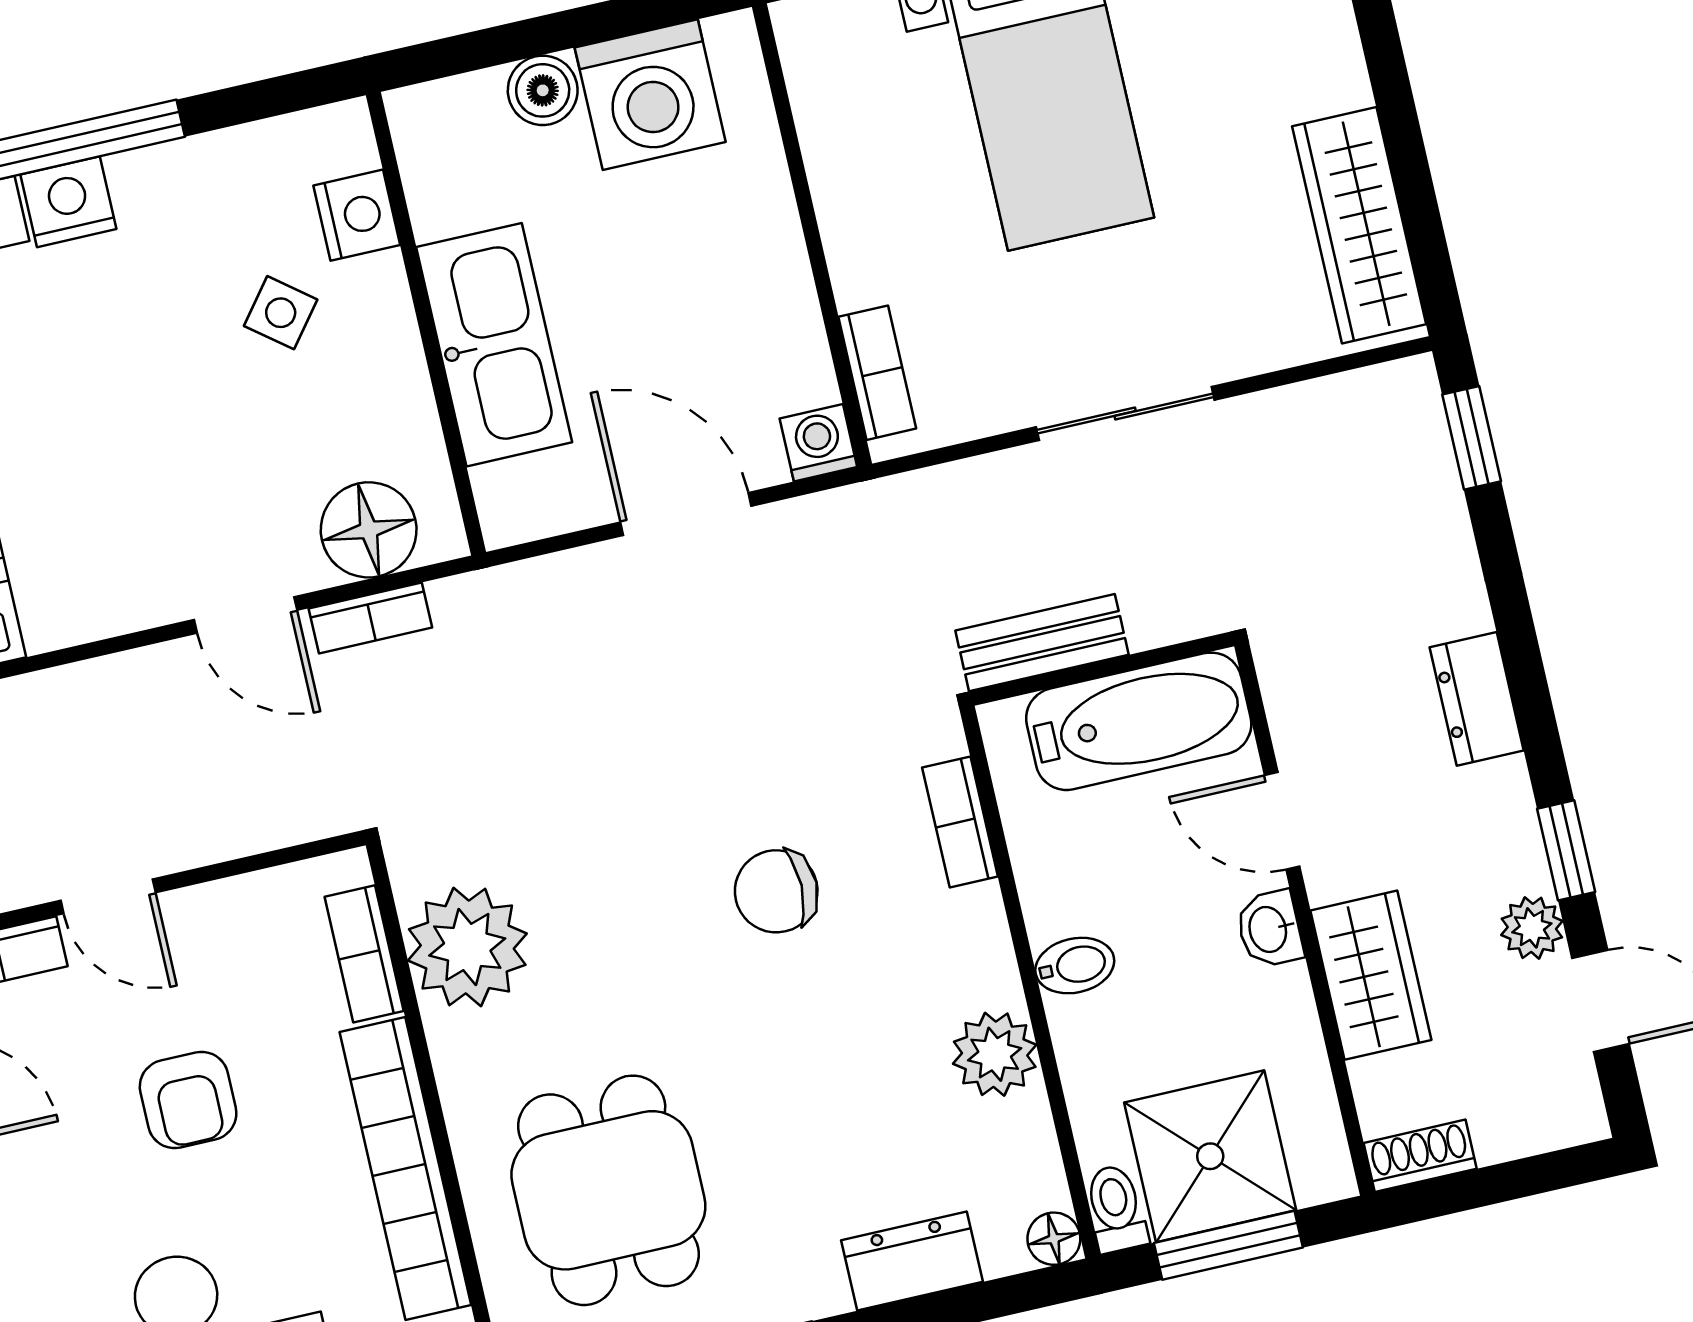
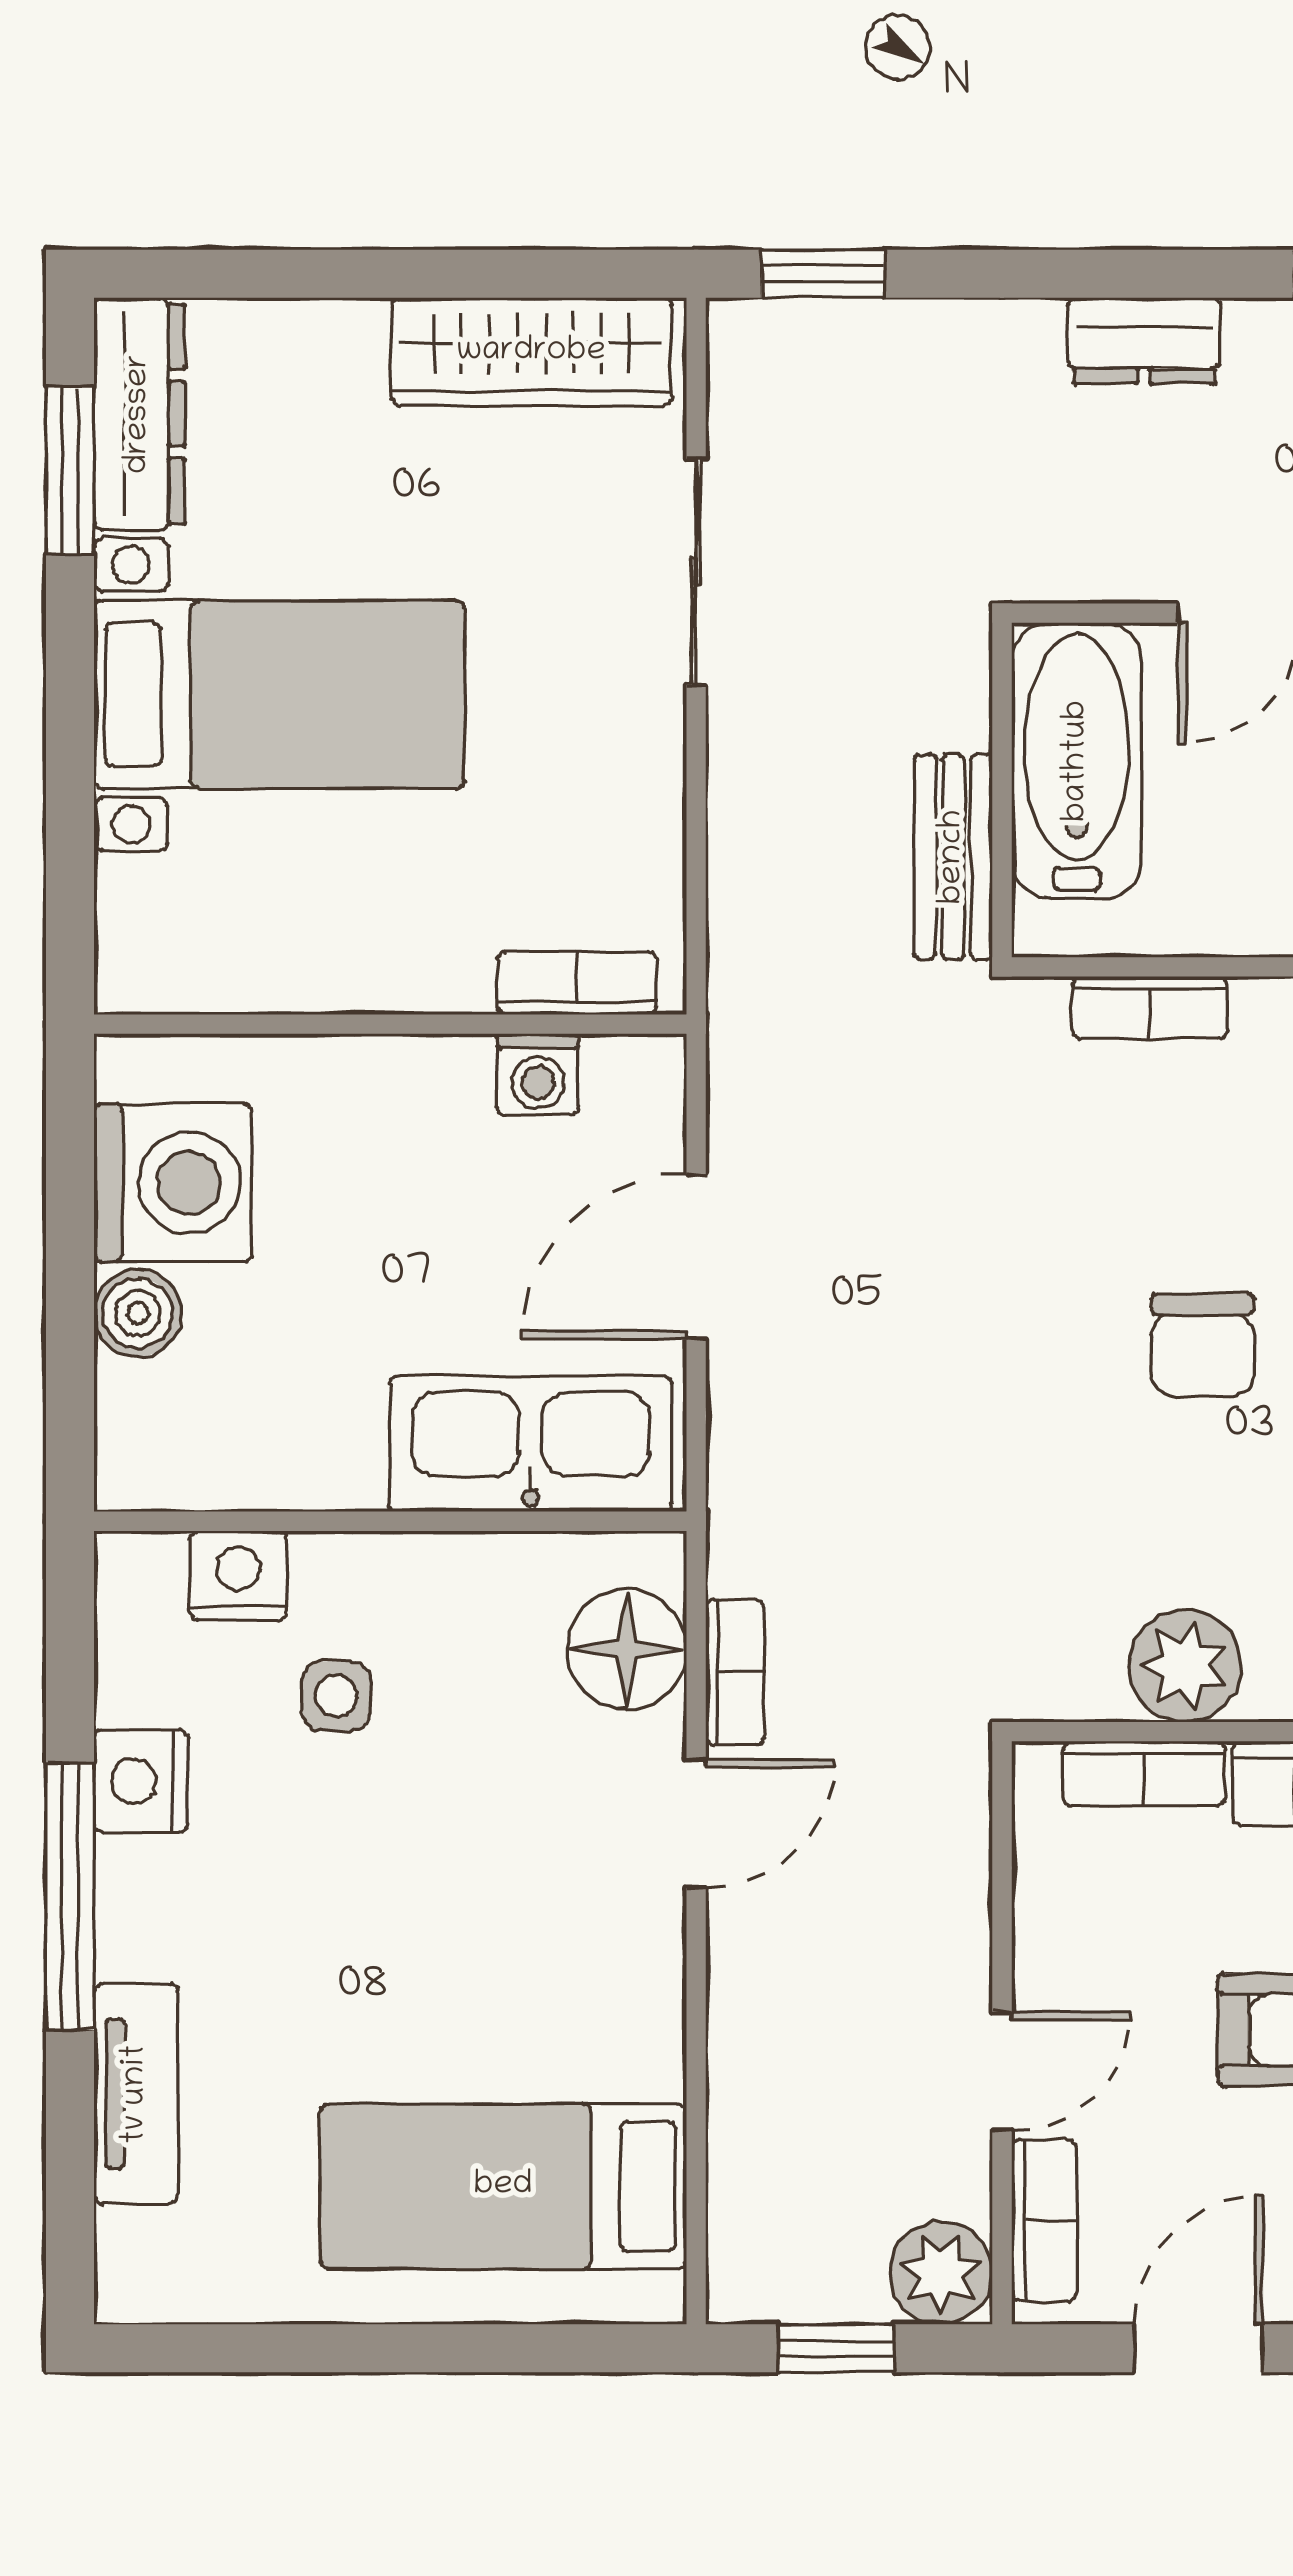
nightstand: (68, 202) -> (141, 1781), moved
side table: (281, 313) -> (336, 1696), turned -38
kitchen sink: (494, 345) -> (531, 1444), moved
sliding door: (1125, 413) -> (696, 572), moved
washing machine: (818, 443) -> (538, 1074), moved, turned -90
chair: (776, 891) -> (1203, 1345), moved
plant: (467, 947) -> (1185, 1666), width x0.73, depth x0.73

